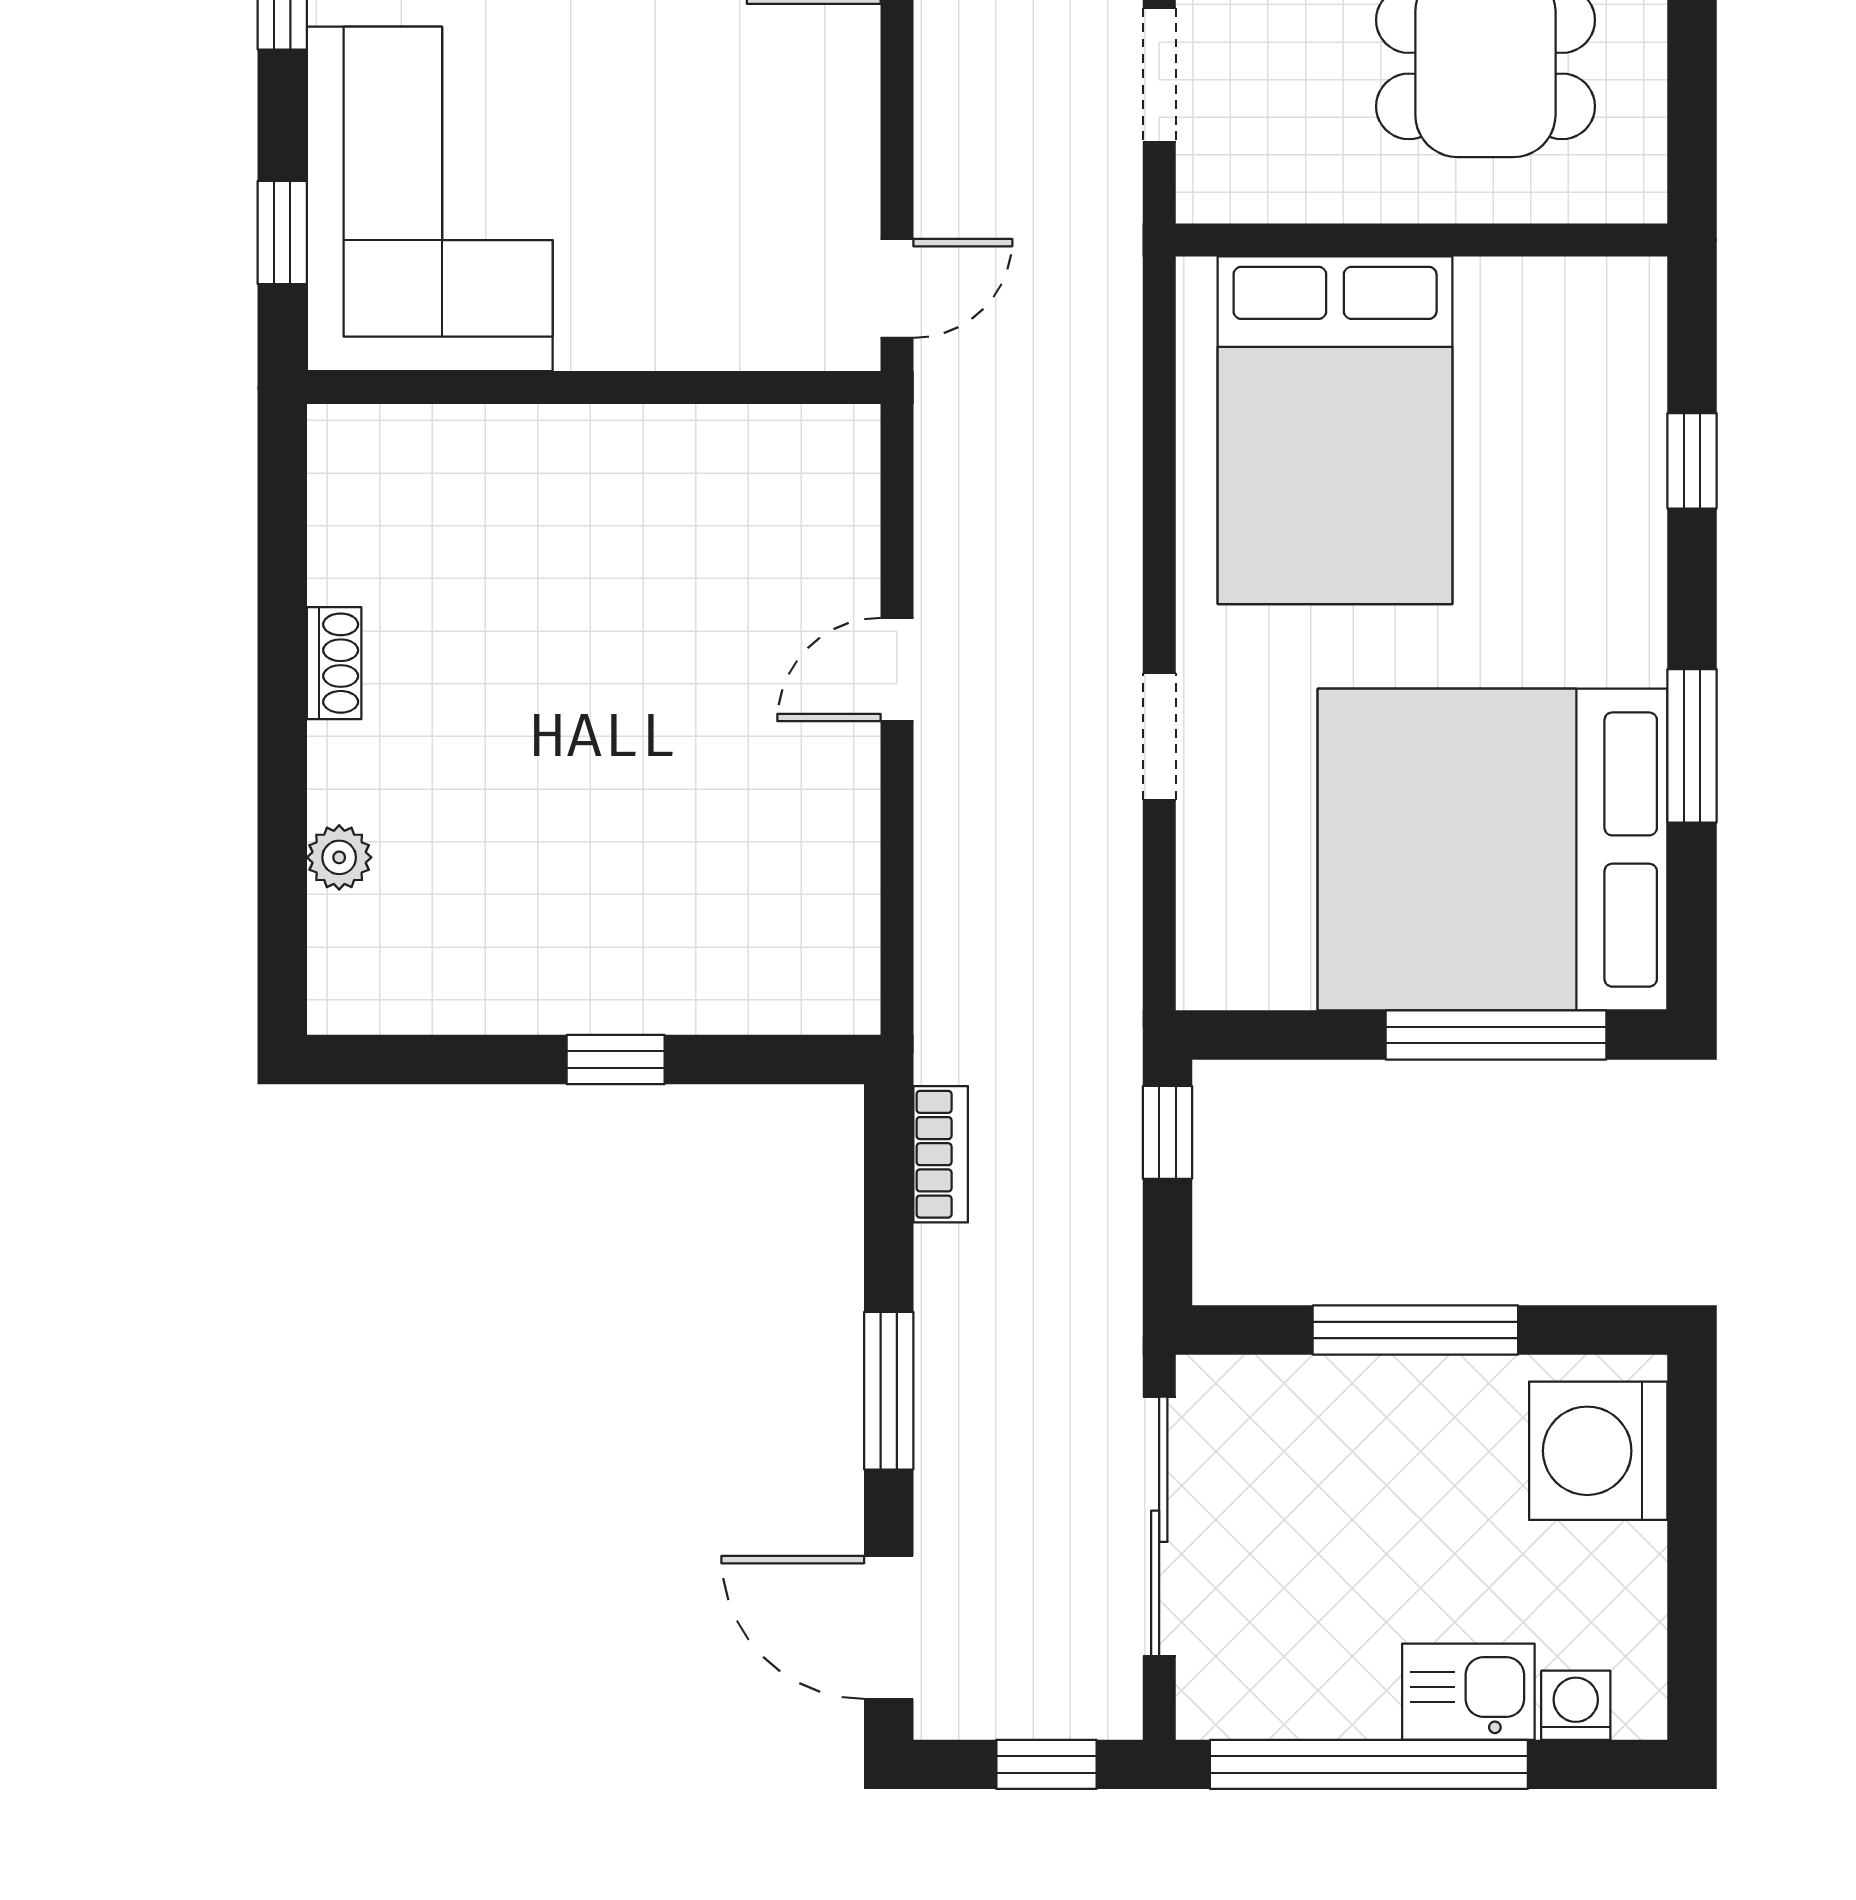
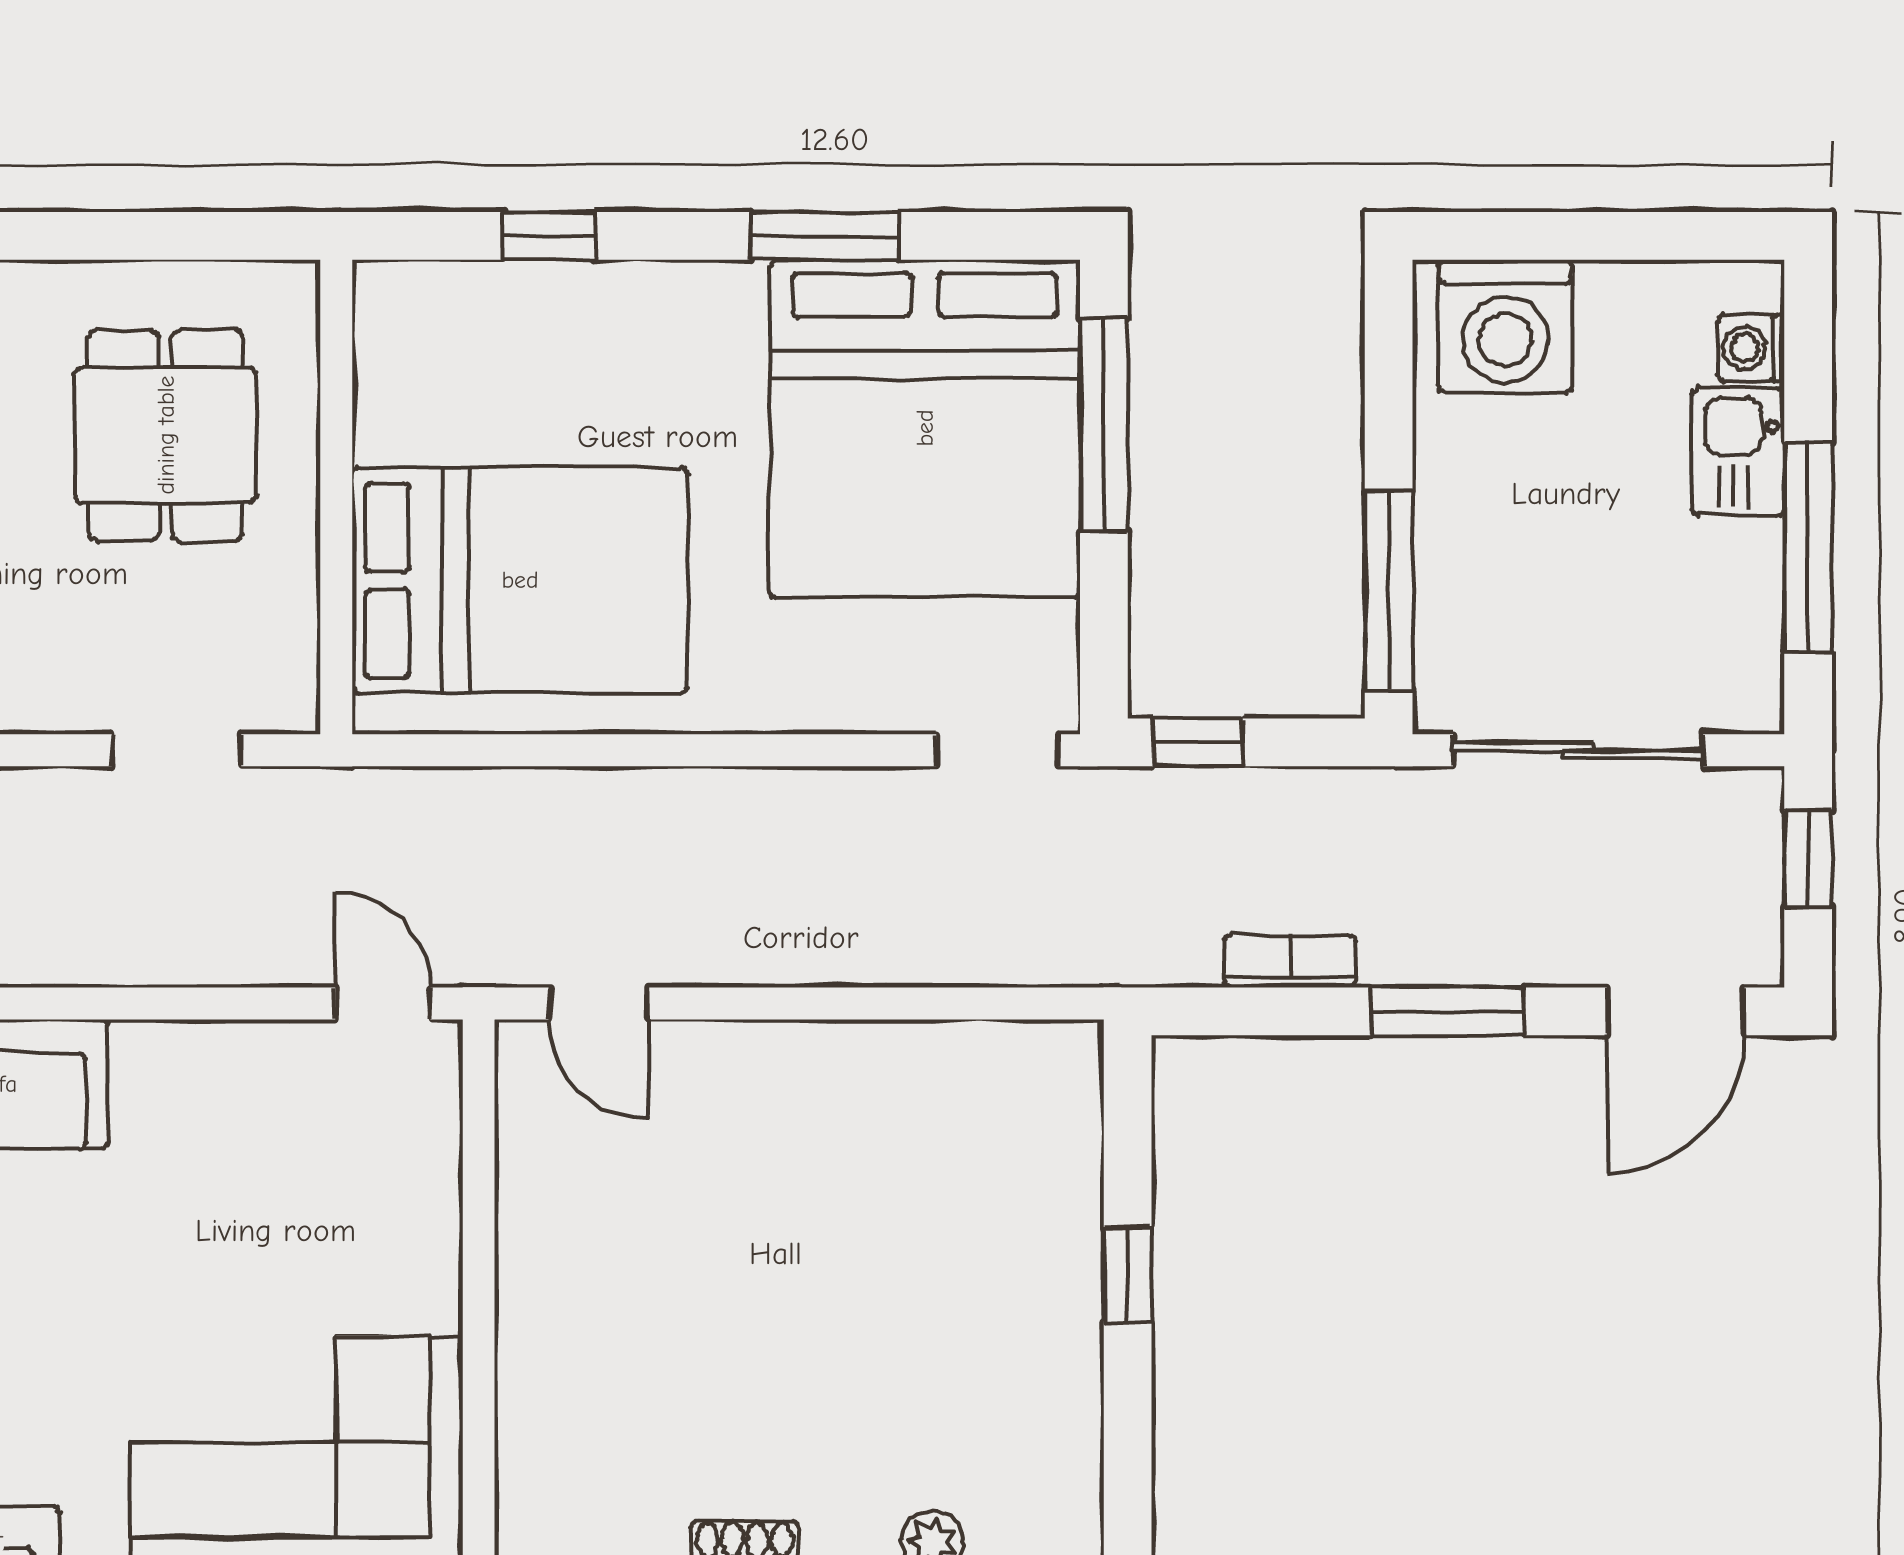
door: (897, 670) -> (598, 1003), moved
doorway: (1159, 736) -> (997, 750), moved
bookcase: (941, 1154) -> (1290, 961), moved
window: (1415, 1330) -> (1389, 590), moved
window: (1369, 1764) -> (1808, 548), width x0.68

